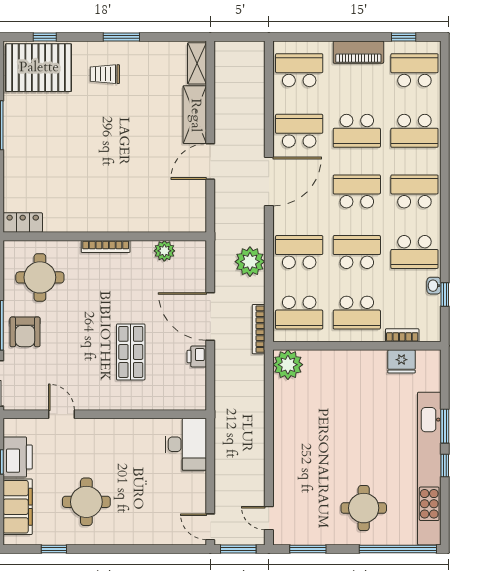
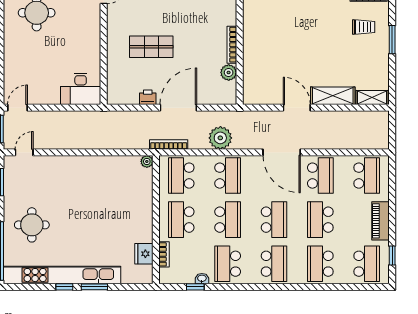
trolley: (105, 74) -> (364, 27), turned 90
bookcase: (106, 246) -> (232, 45), moved
plant: (288, 365) -> (147, 161), width x0.53, depth x0.53

